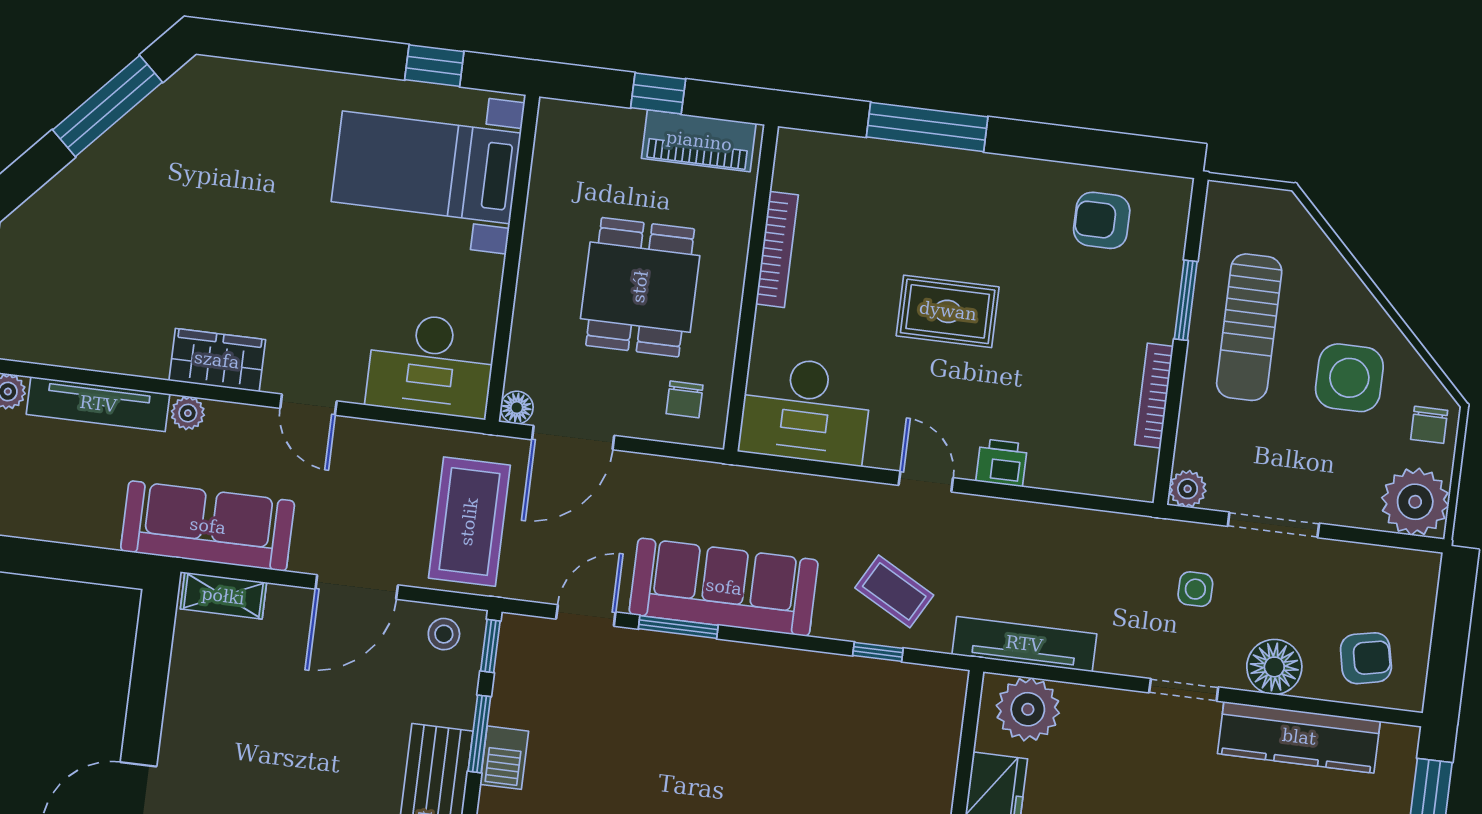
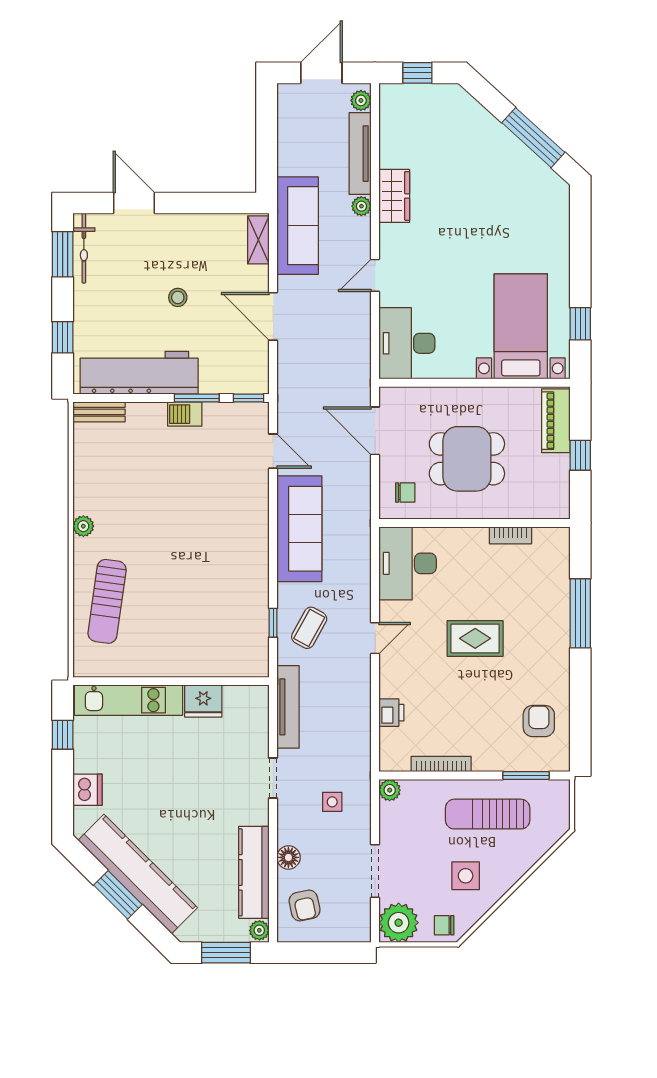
piano: (699, 141) -> (556, 421), moved
bookcase: (777, 249) -> (511, 535), width x0.64
window: (1186, 300) -> (526, 775), moved
rug: (948, 311) -> (475, 638), turned 90
wardrobe: (217, 360) -> (394, 196), moved
side table: (1349, 378) -> (466, 876), width x0.73, depth x0.73
chair: (685, 399) -> (405, 493), turned 180
floor lamp: (517, 408) -> (388, 396), removed
printer: (1002, 463) -> (391, 713), moved
coffee table: (469, 522) -> (319, 377), removed
doorway: (1273, 525) -> (375, 871), moved
window: (678, 627) -> (273, 505), removed
stool: (444, 634) -> (178, 297), moved
floor lamp: (1274, 667) -> (288, 857), width x0.73, depth x0.73
doorway: (1184, 690) -> (273, 778), moved
plant: (1028, 709) -> (259, 930), moved, width x0.53, depth x0.53

